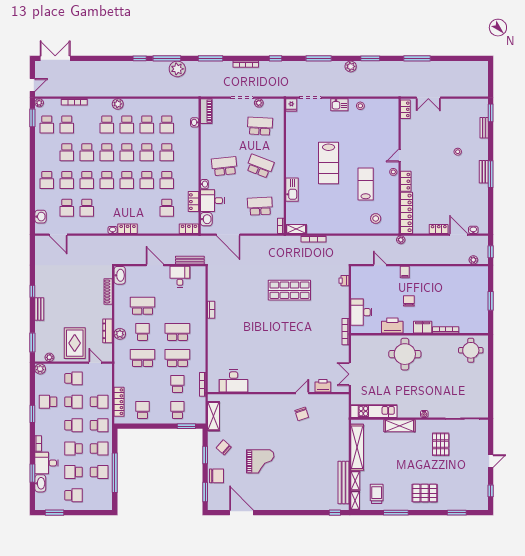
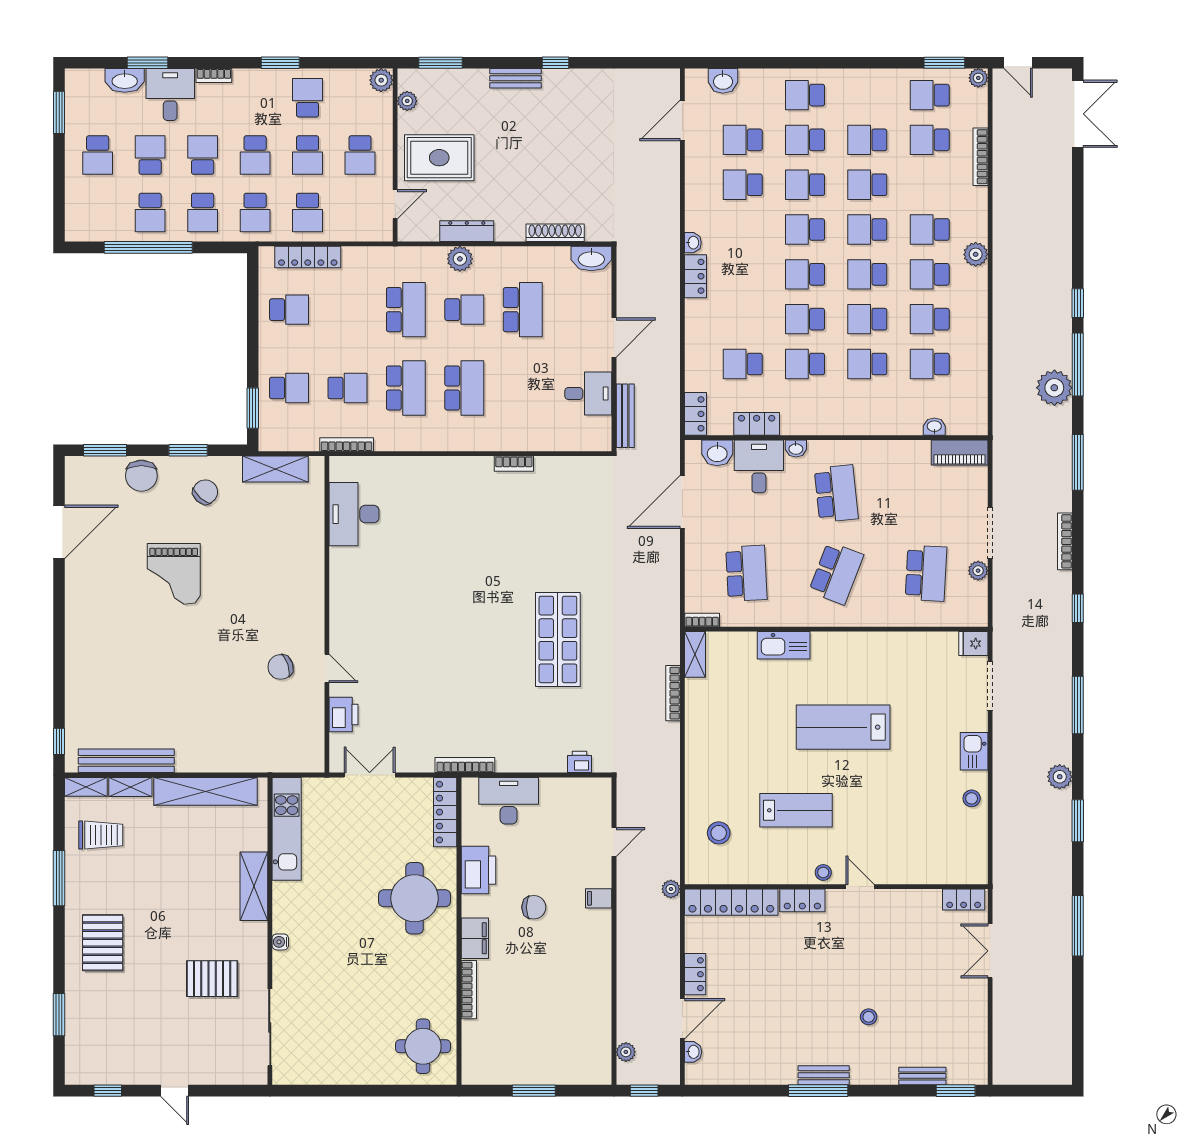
locker: (366, 340) -> (445, 812), added

